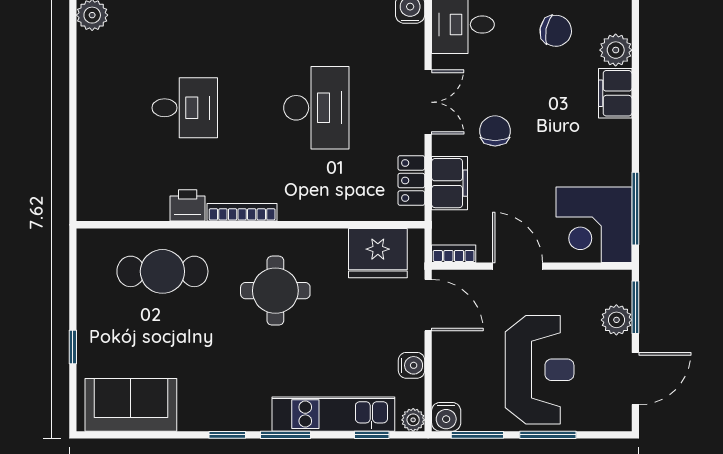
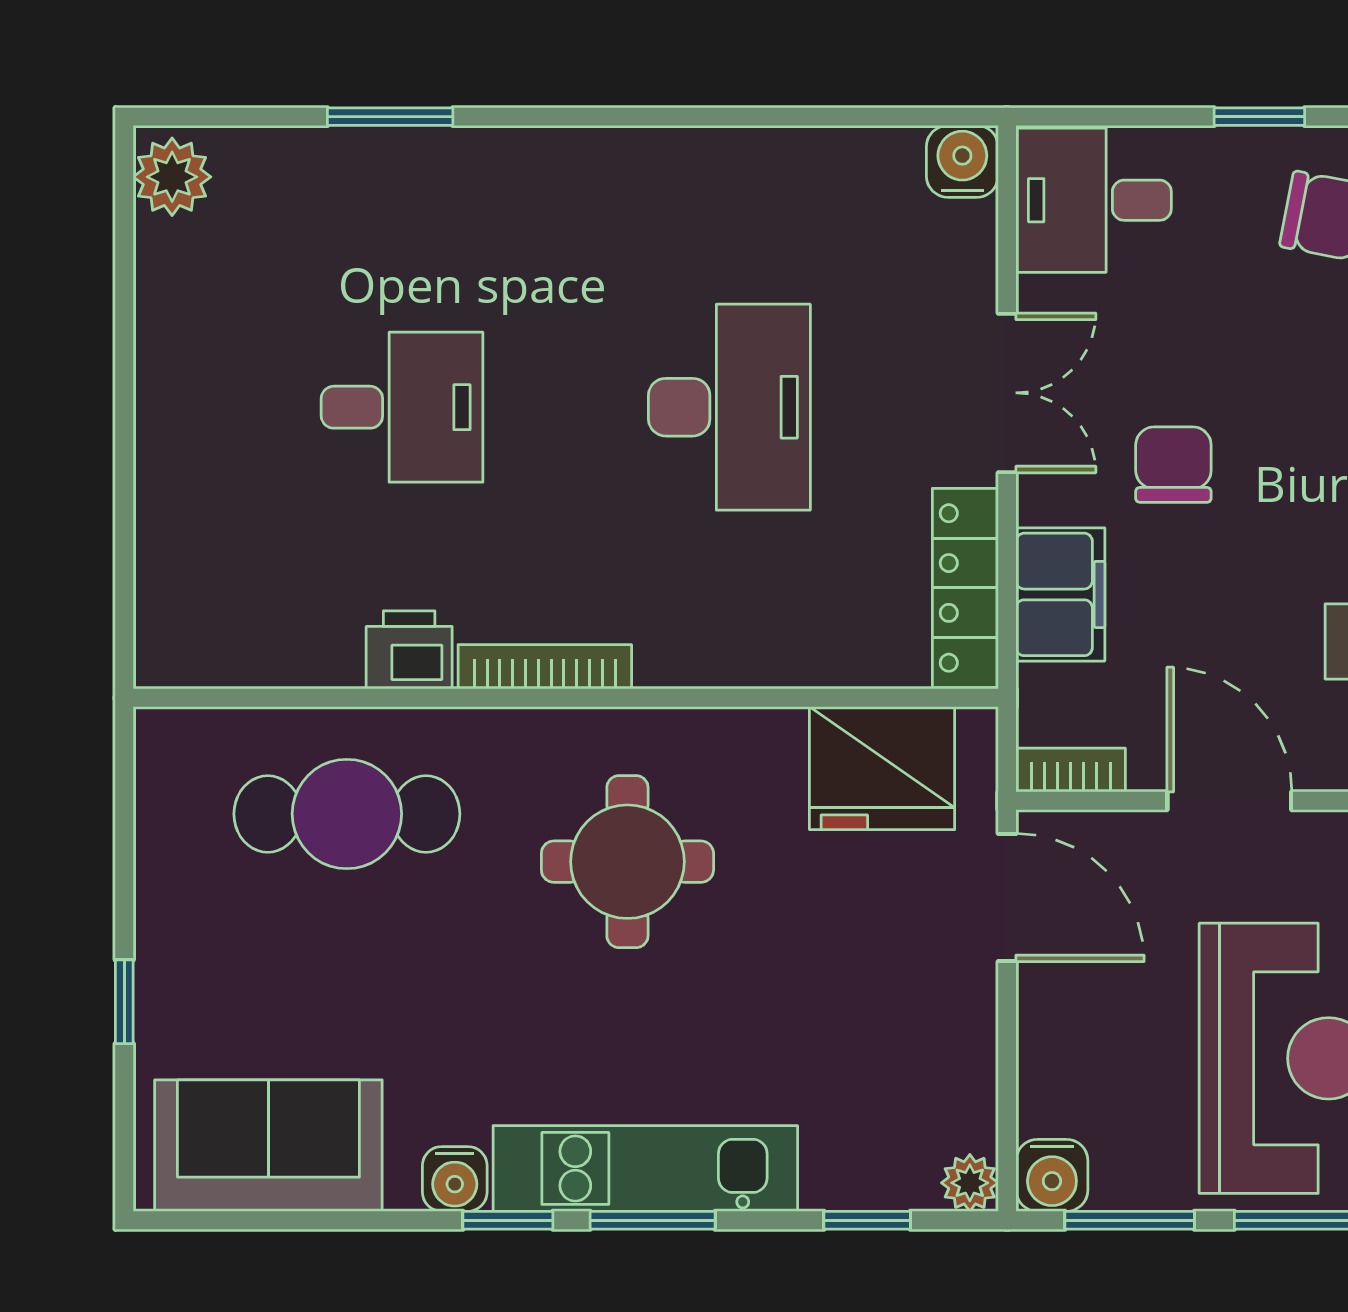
locker: (411, 181) -> (965, 588), width x1.53
water cooler: (412, 365) -> (455, 1179), moved, turned 90
kitchen unit: (333, 414) -> (645, 1168), moved

